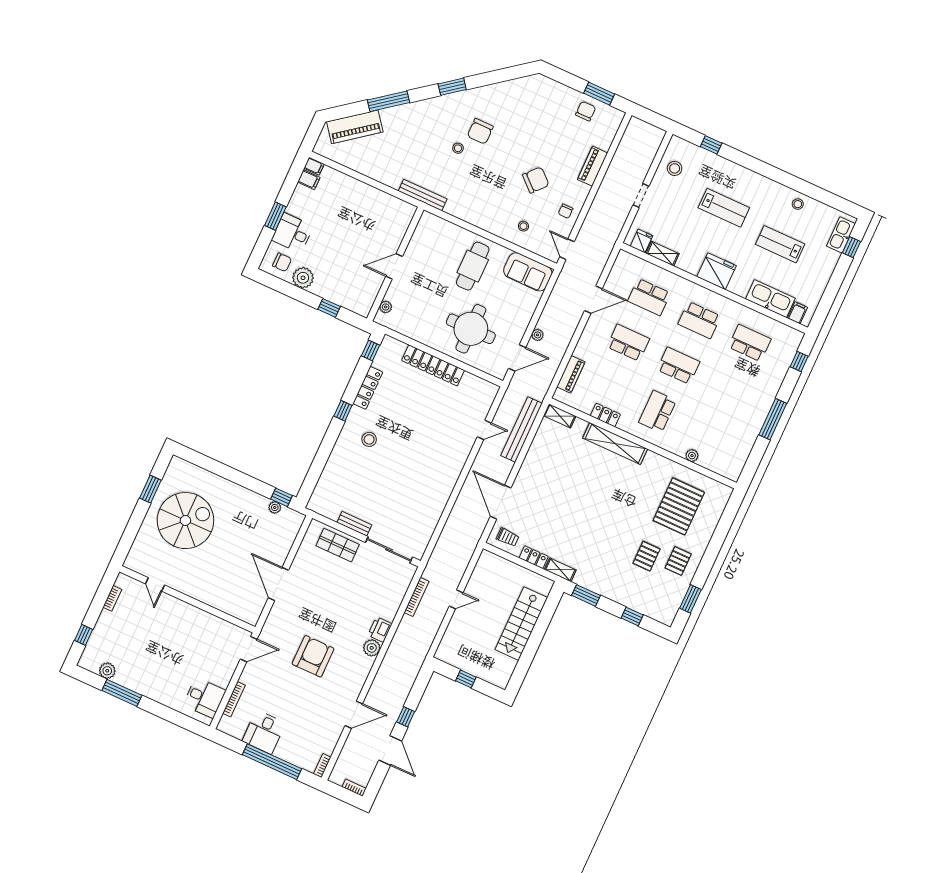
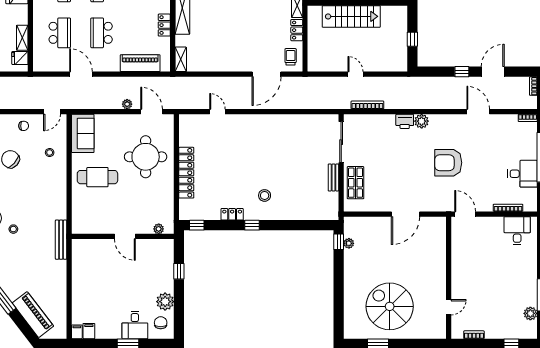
piano: (571, 374) -> (140, 63), width x1.37, depth x1.33
locker: (368, 388) -> (232, 214), width x0.66
bench: (522, 430) -> (204, 83), removed

